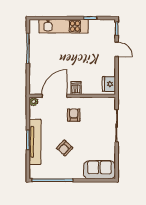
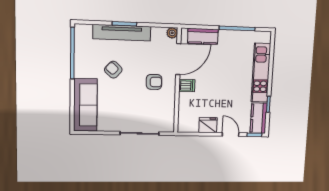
kitchen counter: (102, 26) -> (259, 118), added
door: (117, 49) -> (231, 135), swing flipped
kitchen counter: (35, 77) -> (203, 36), added
fridge: (109, 84) -> (208, 125), moved
door: (55, 96) -> (178, 59), hinge flipped
sofa: (99, 170) -> (85, 105), width x1.36

